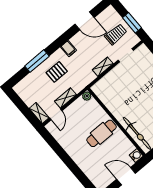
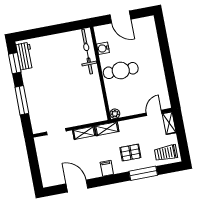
window: (132, 23) -> (33, 159), removed
trolley: (116, 34) -> (166, 153), moved
shelving: (66, 98) -> (107, 129), moved
water cooler: (136, 155) -> (103, 48), moved

